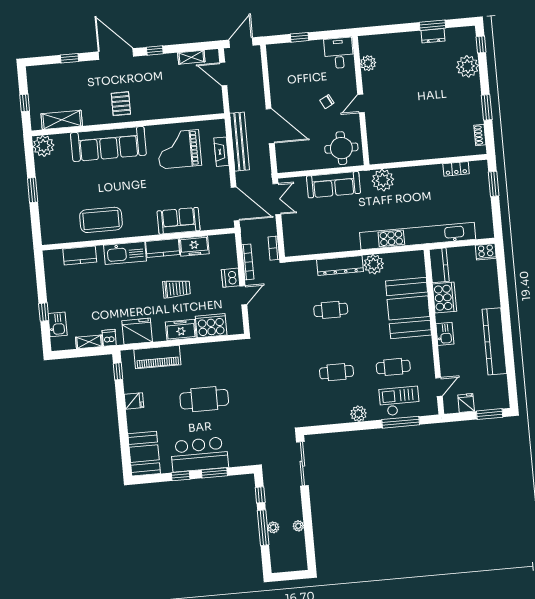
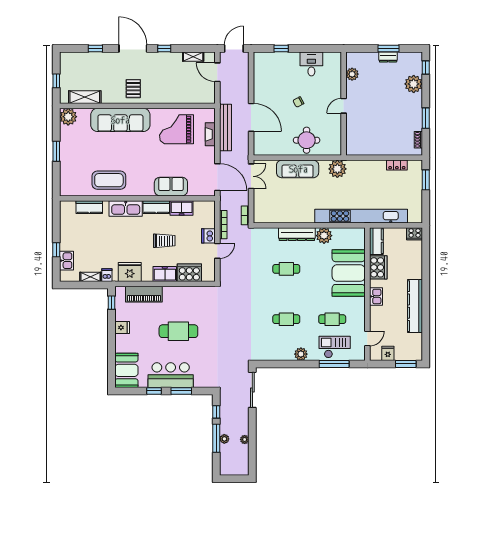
plant: (368, 63) -> (352, 74), moved
wall: (361, 101) -> (344, 104), moved
door: (361, 103) -> (344, 106), moved

